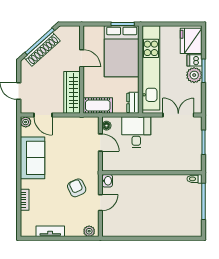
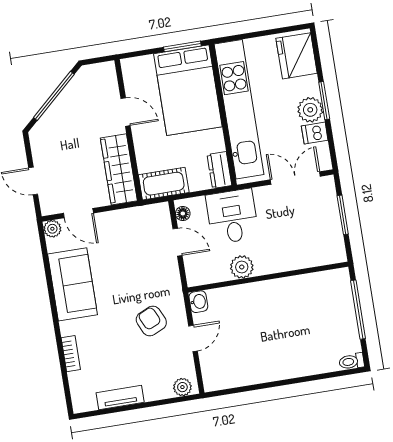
shoe rack: (42, 49) -> (60, 108), removed
dishwasher: (195, 60) -> (315, 133), moved
plant: (137, 164) -> (242, 267), added
toilet: (195, 179) -> (352, 361), moved

